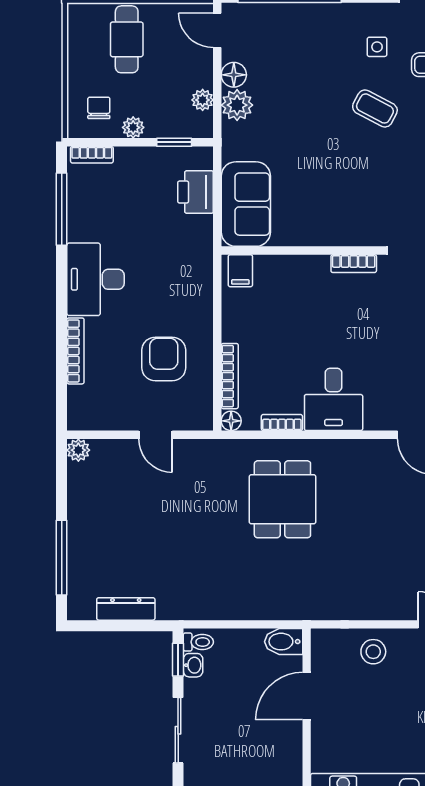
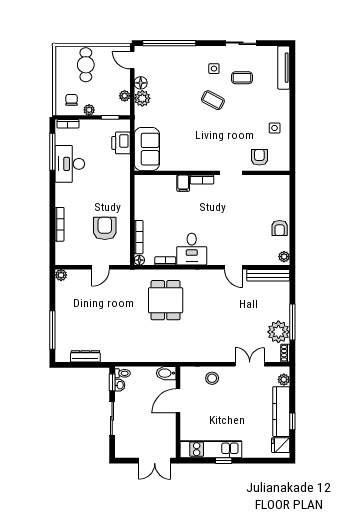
filing cabinet: (240, 271) -> (183, 183), moved
desk: (96, 279) -> (70, 164), moved
door: (155, 435) -> (101, 267), hinge flipped

